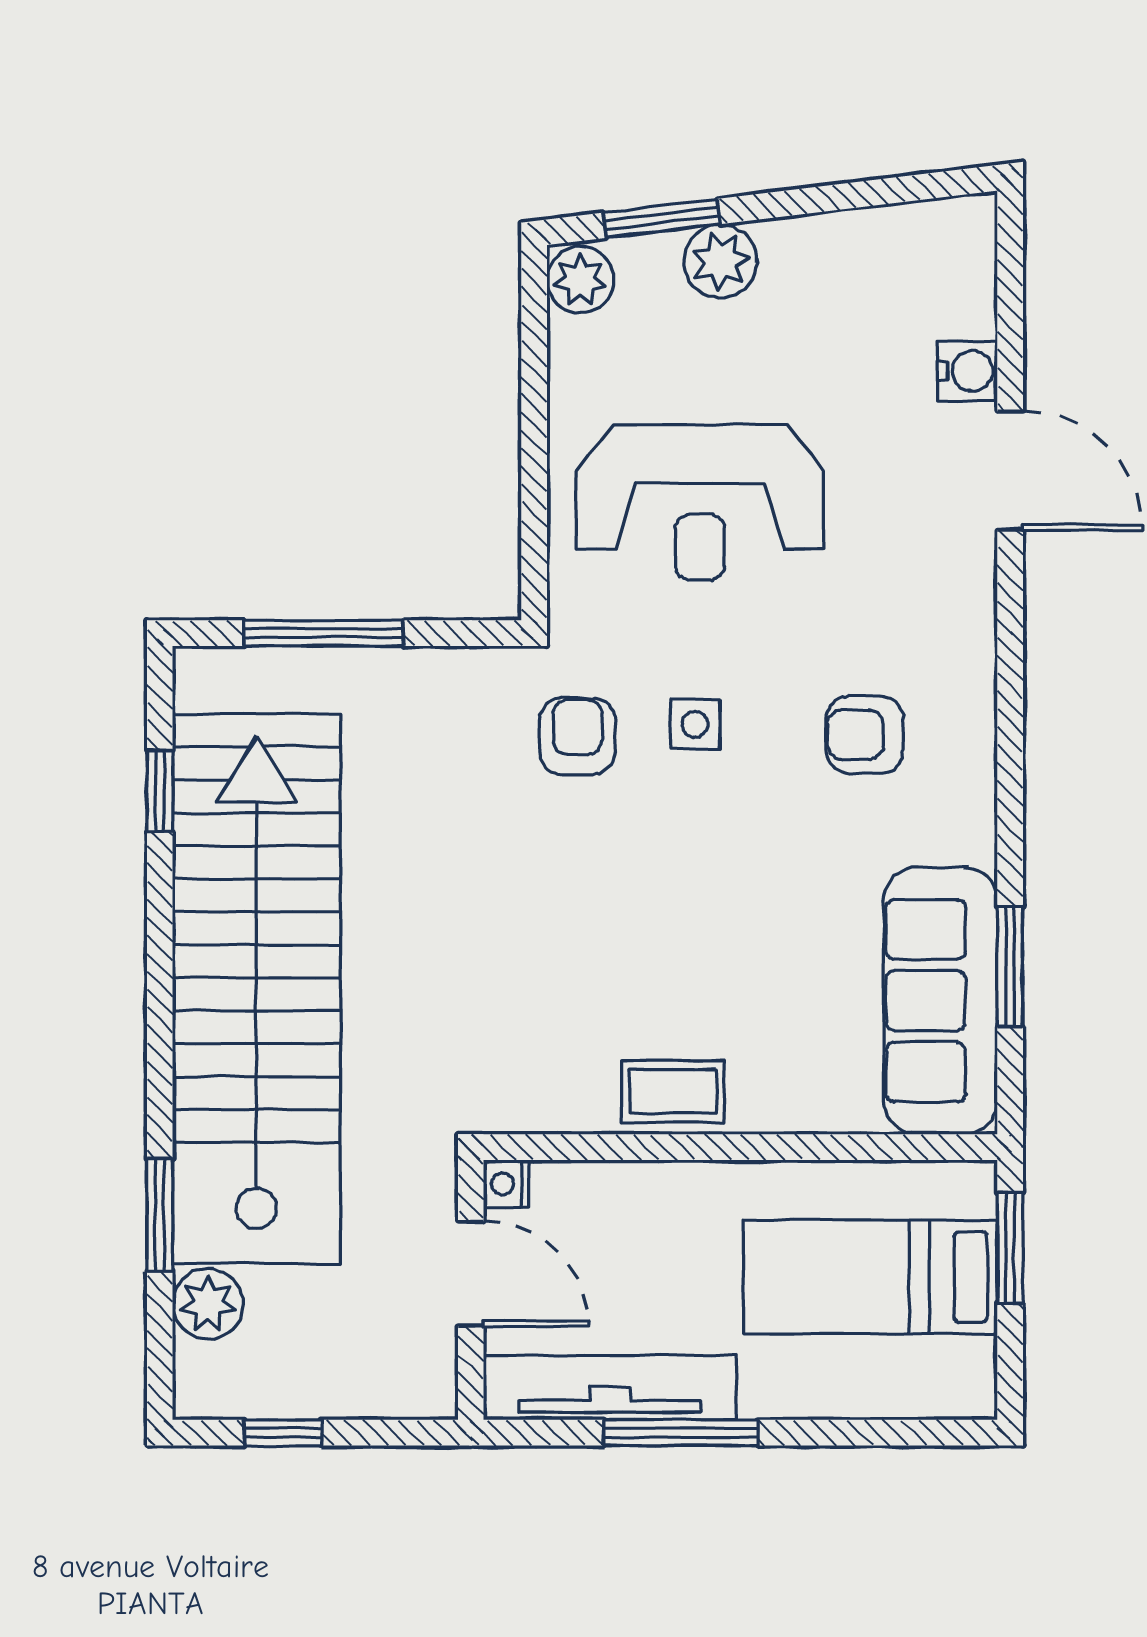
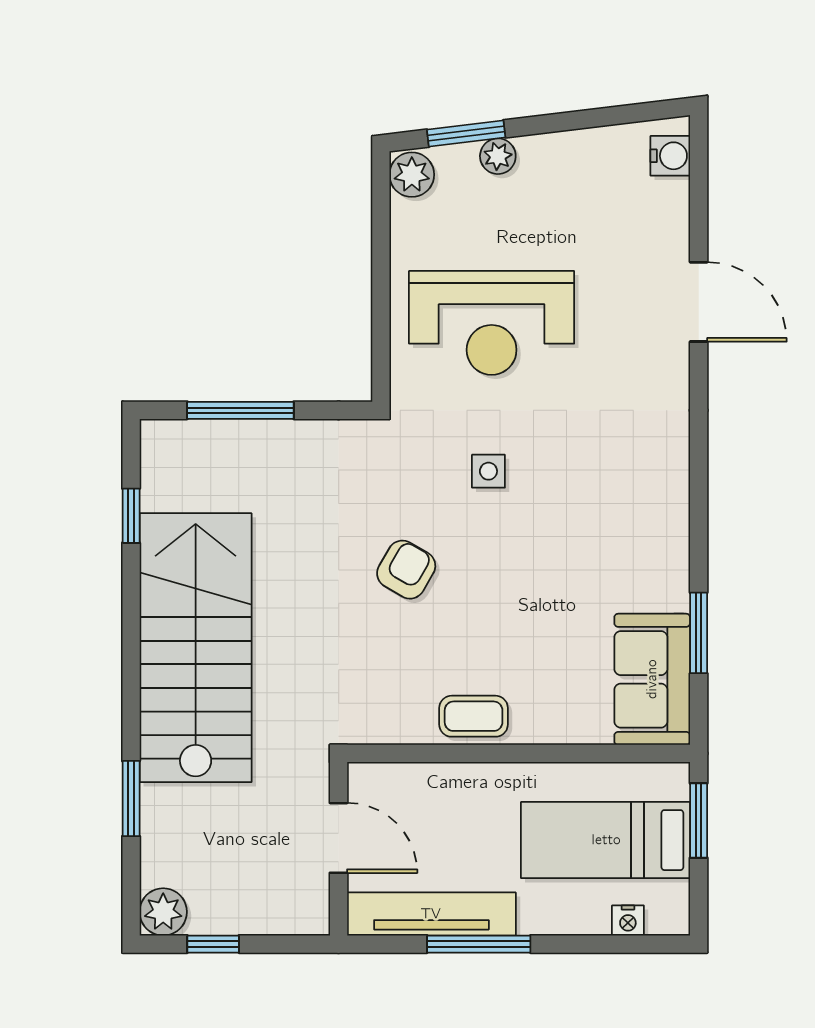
plant: (720, 261) -> (498, 156), width x0.73, depth x0.73
water cooler: (968, 371) -> (670, 156), moved
armchair: (865, 735) -> (602, 478), removed
armchair: (577, 736) -> (406, 570), moved, turned 30
stairs: (256, 989) -> (196, 648), width x0.73
sofa: (941, 1001) -> (652, 679), width x0.73
nightstand: (506, 1184) -> (628, 920), moved, turned -90
plant: (208, 1304) -> (163, 912), moved

